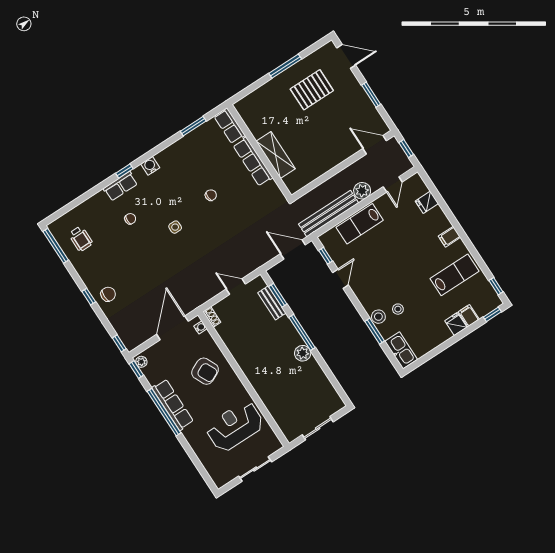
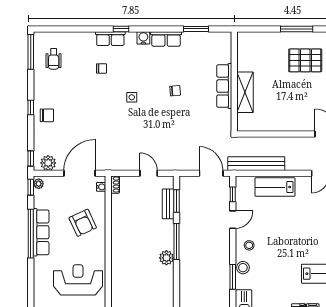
row of seats: (230, 126) -> (166, 39), moved, turned -90
plant: (362, 191) -> (48, 163), moved
stool: (398, 309) -> (249, 245), moved

